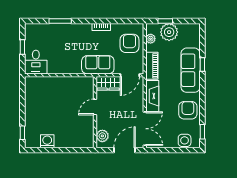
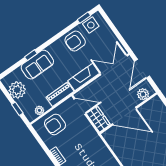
plant: (169, 32) -> (17, 90), moved
sofa: (98, 65) -> (89, 137), removed
sofa: (191, 70) -> (37, 65), width x0.73
door: (95, 107) -> (124, 116), width x1.87
side table: (185, 140) -> (91, 25), moved
door: (124, 150) -> (142, 69), hinge flipped

